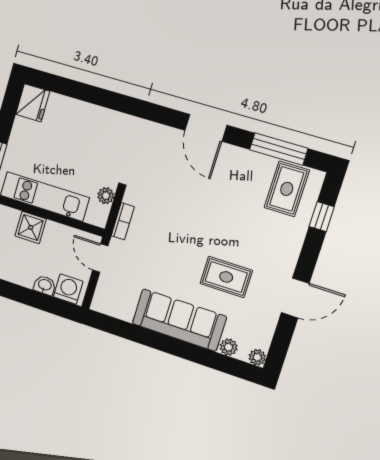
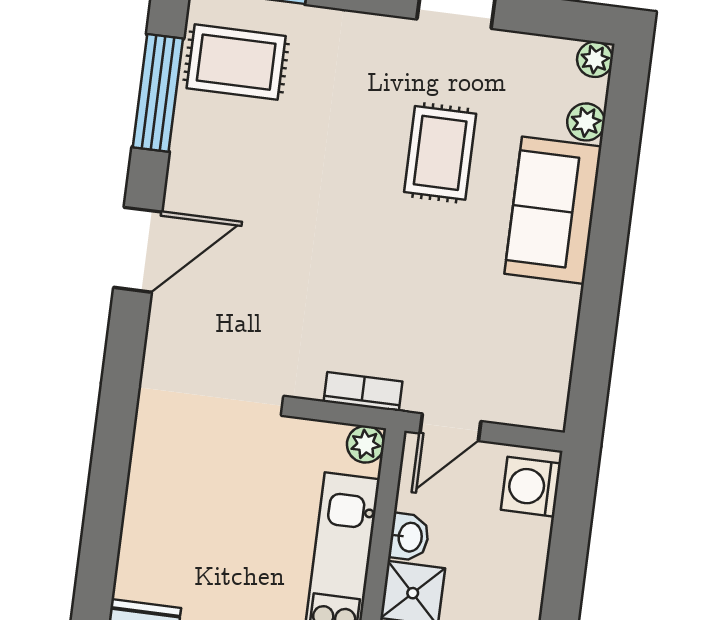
plant: (106, 196) -> (366, 444), moved
washbasin: (45, 285) -> (409, 537), moved, turned 180
sofa: (179, 320) -> (553, 210), width x0.73

